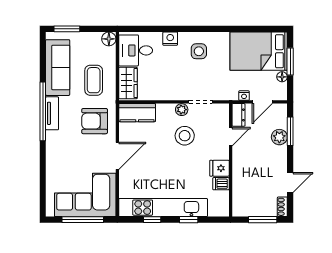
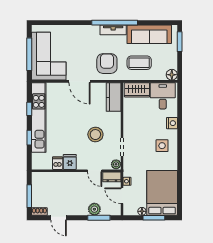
plant: (182, 110) -> (116, 164), moved

